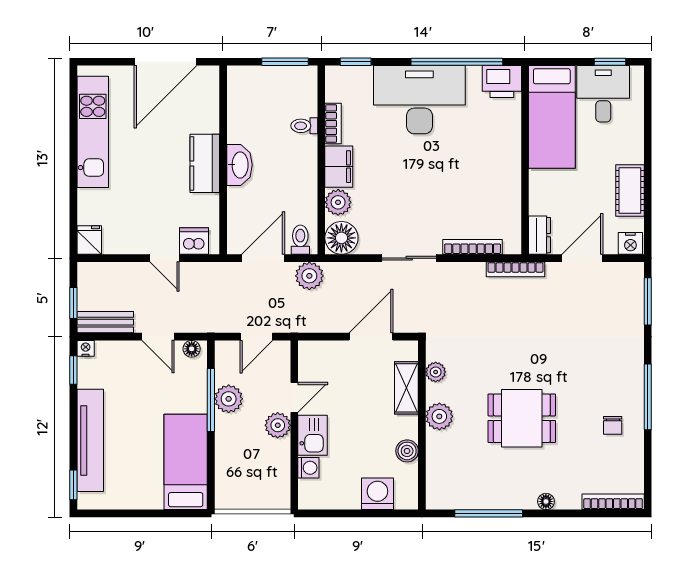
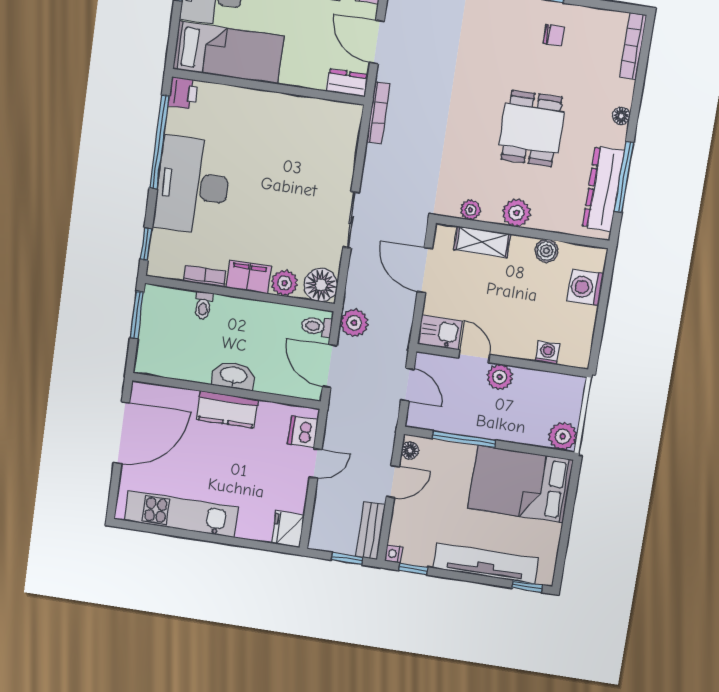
door: (165, 62) -> (121, 433), hinge flipped
printer: (502, 82) -> (183, 93), width x0.73, depth x0.81
fridge: (89, 240) -> (288, 529), width x1.38
bookcase: (473, 247) -> (349, 153), removed
plant: (229, 399) -> (563, 436), moved
kitchen sink: (313, 435) -> (440, 332), moved
bed: (186, 462) -> (520, 484), width x1.50
dresser: (474, 496) -> (603, 189), added

